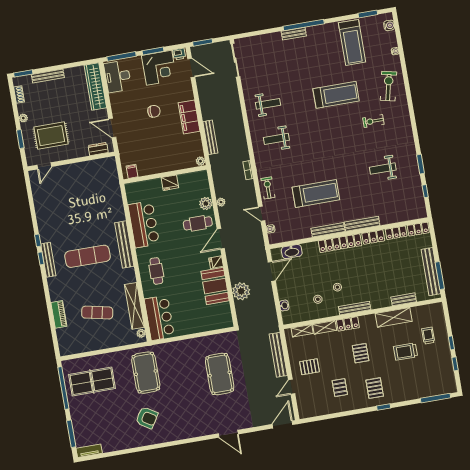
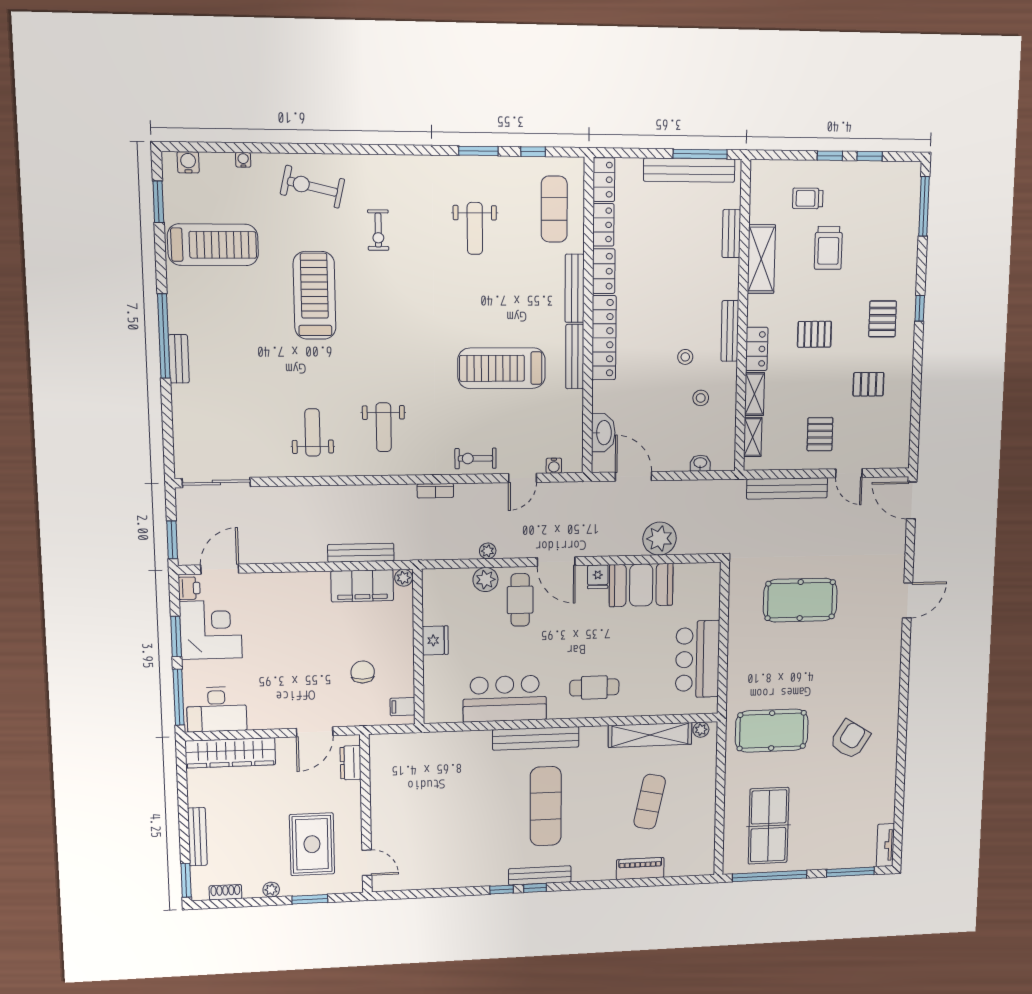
chair: (154, 111) -> (363, 672), moved
filing cabinet: (189, 117) -> (362, 586), moved
treadmill: (316, 194) -> (502, 368), turned -90
exercise mat: (399, 207) -> (554, 209), added
bar counter: (159, 318) -> (698, 659), moved, turned -90
pallet: (375, 388) -> (883, 319), turned 90

